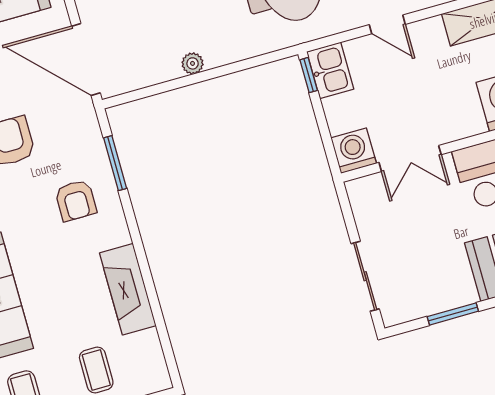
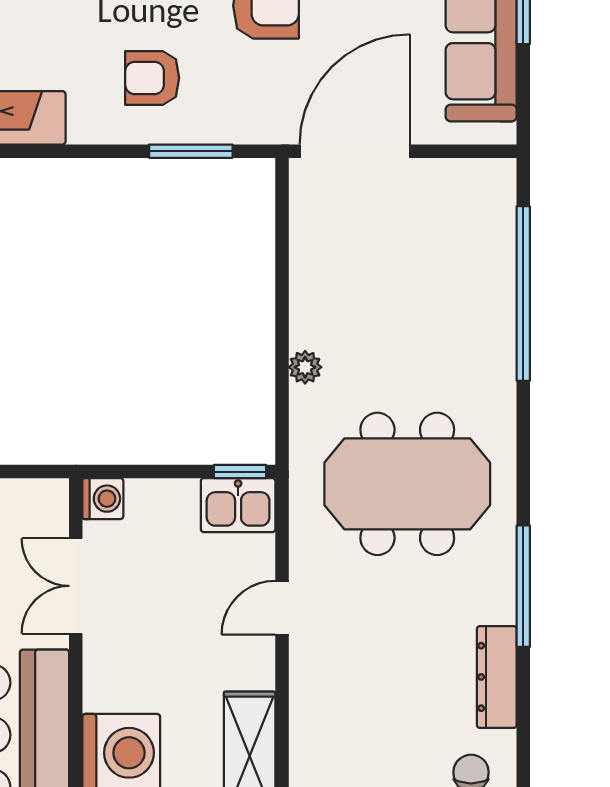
plant: (193, 63) -> (305, 367), moved
washing machine: (354, 151) -> (103, 499), width x0.73, depth x0.73

